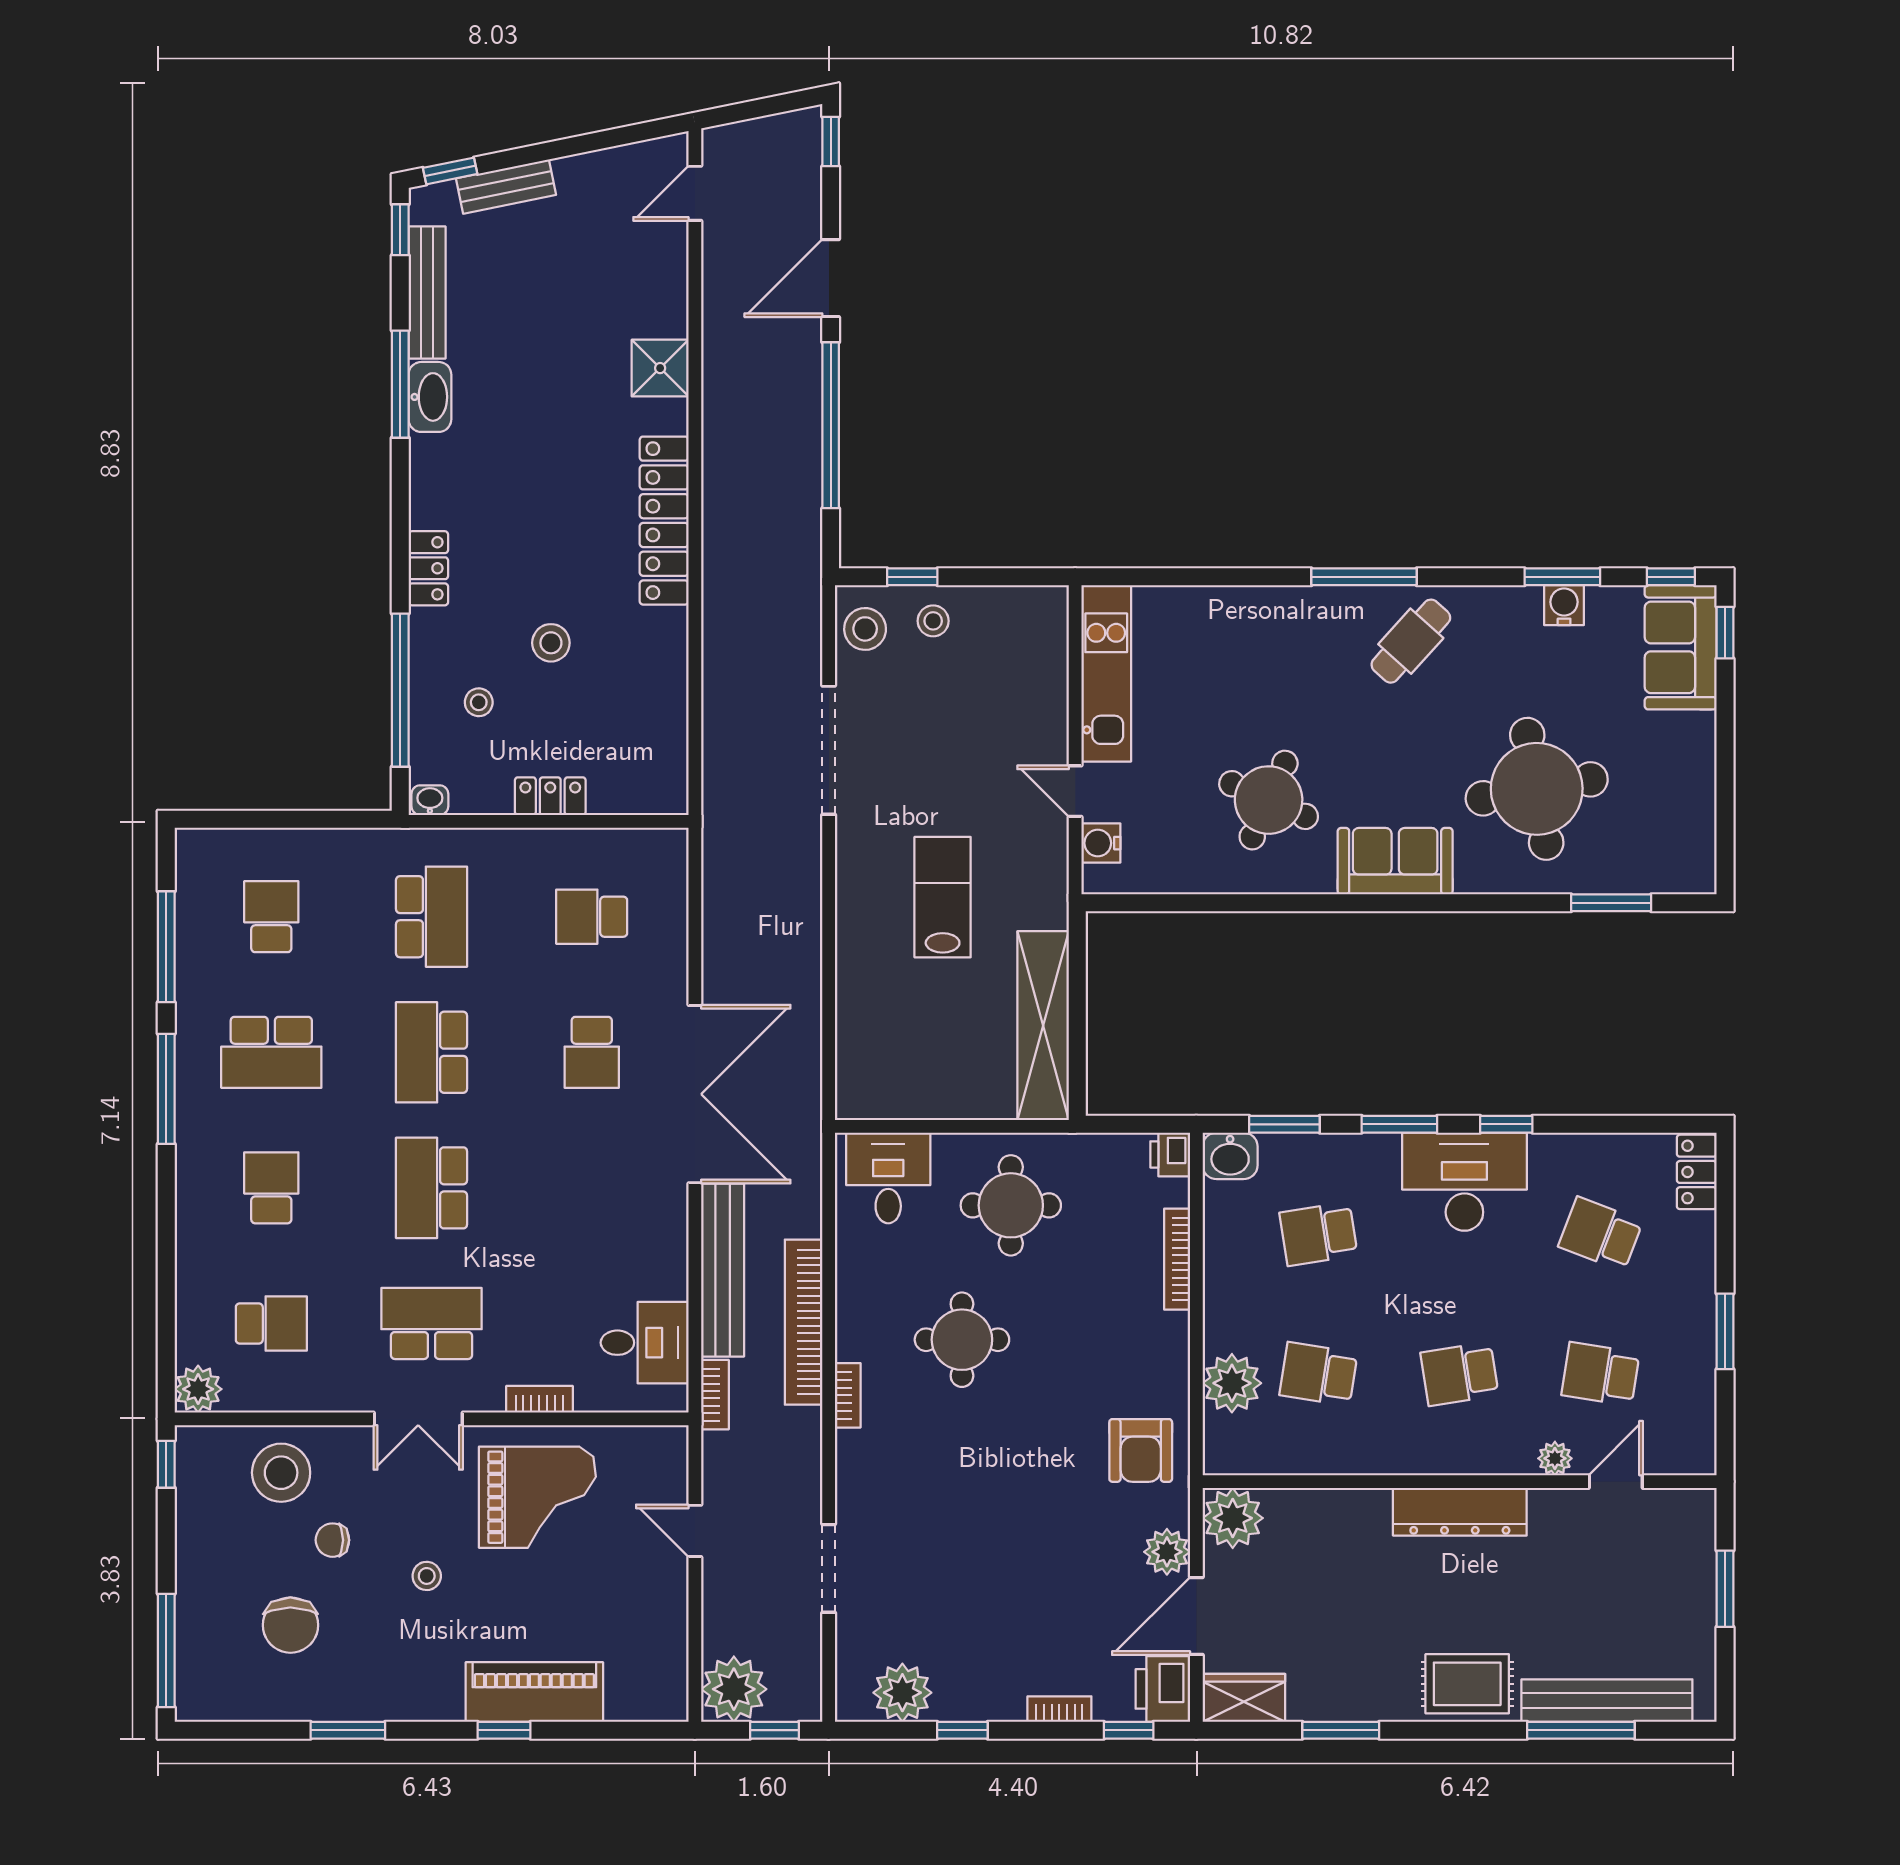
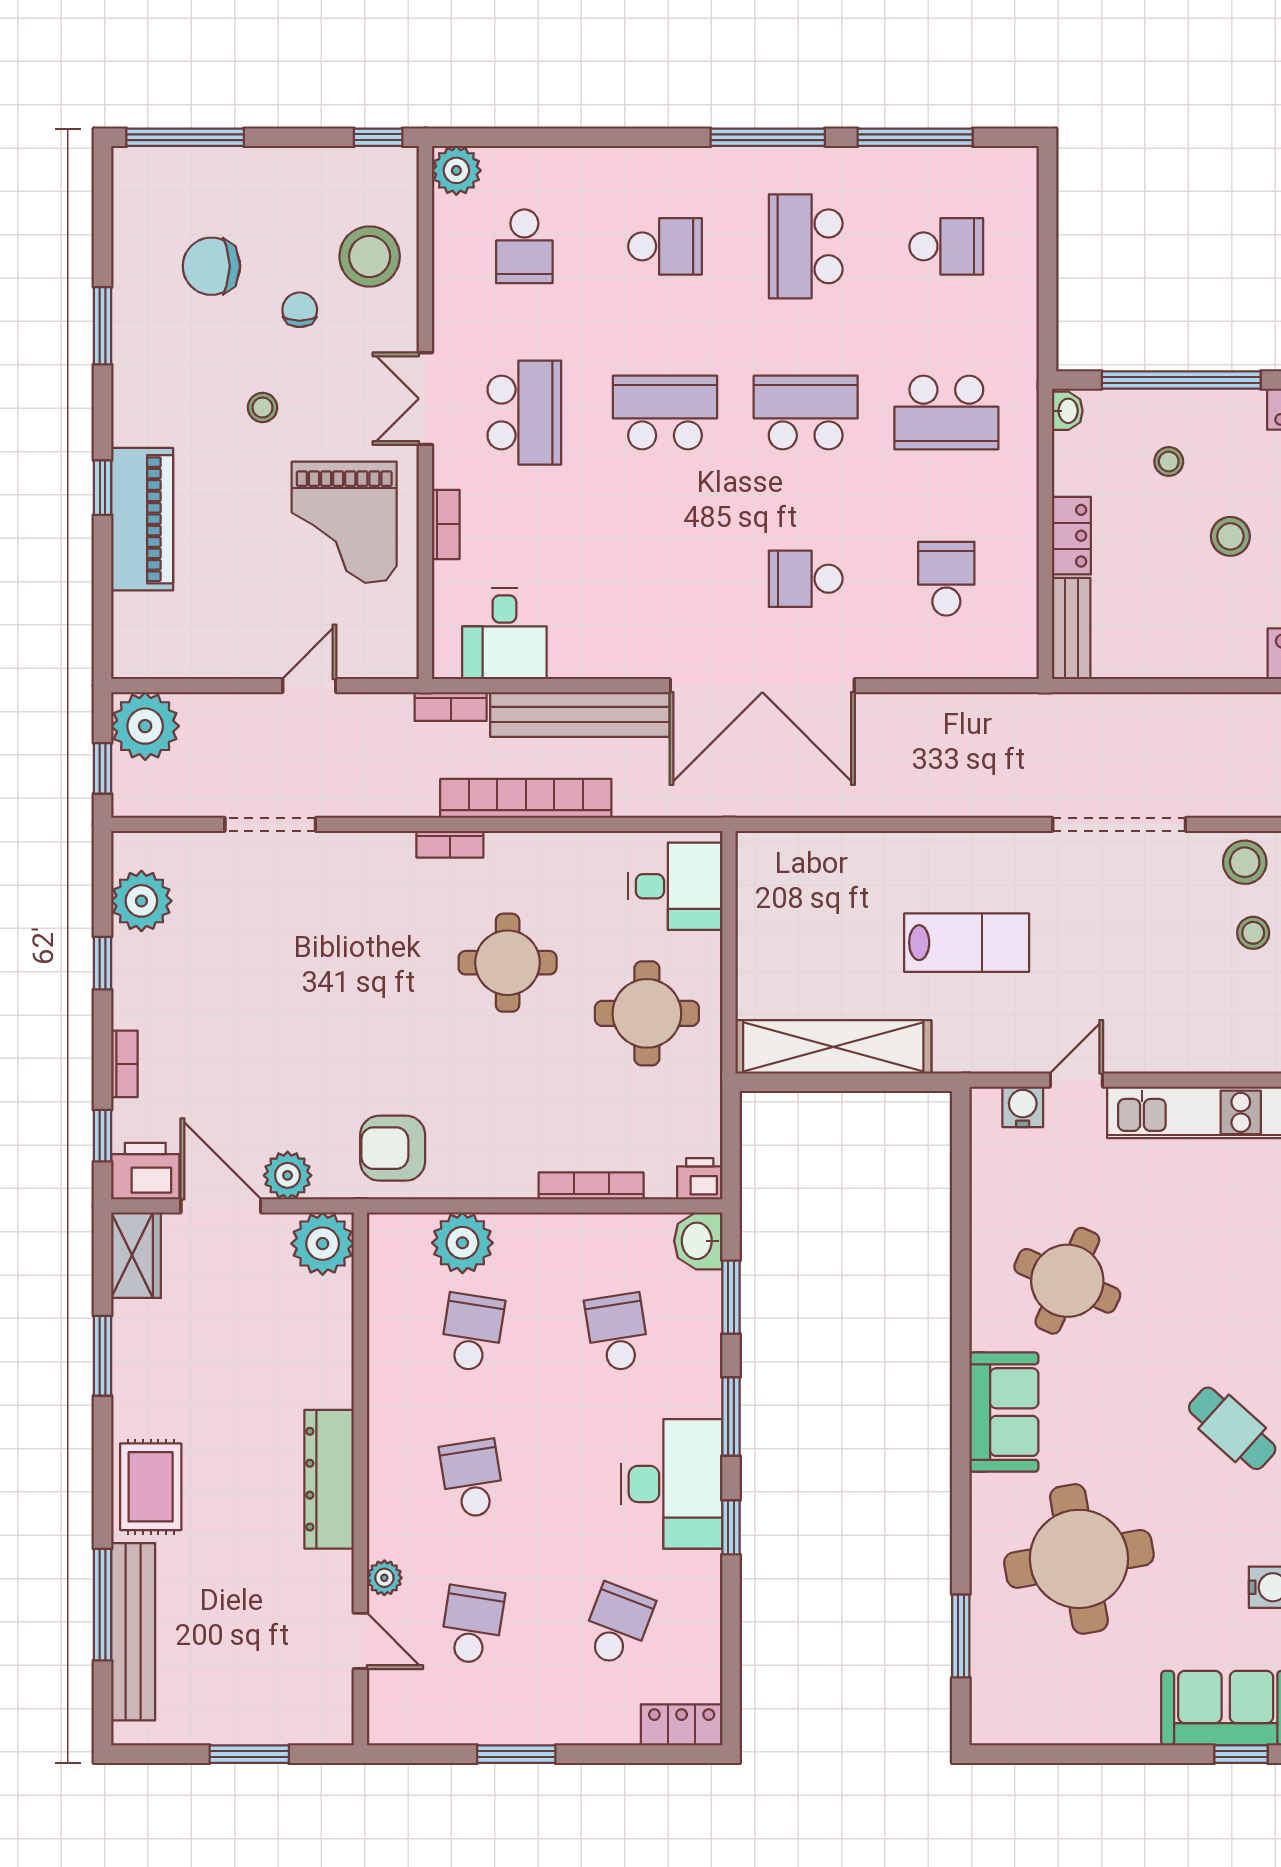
bench: (640, 796) -> (1071, 628), added

